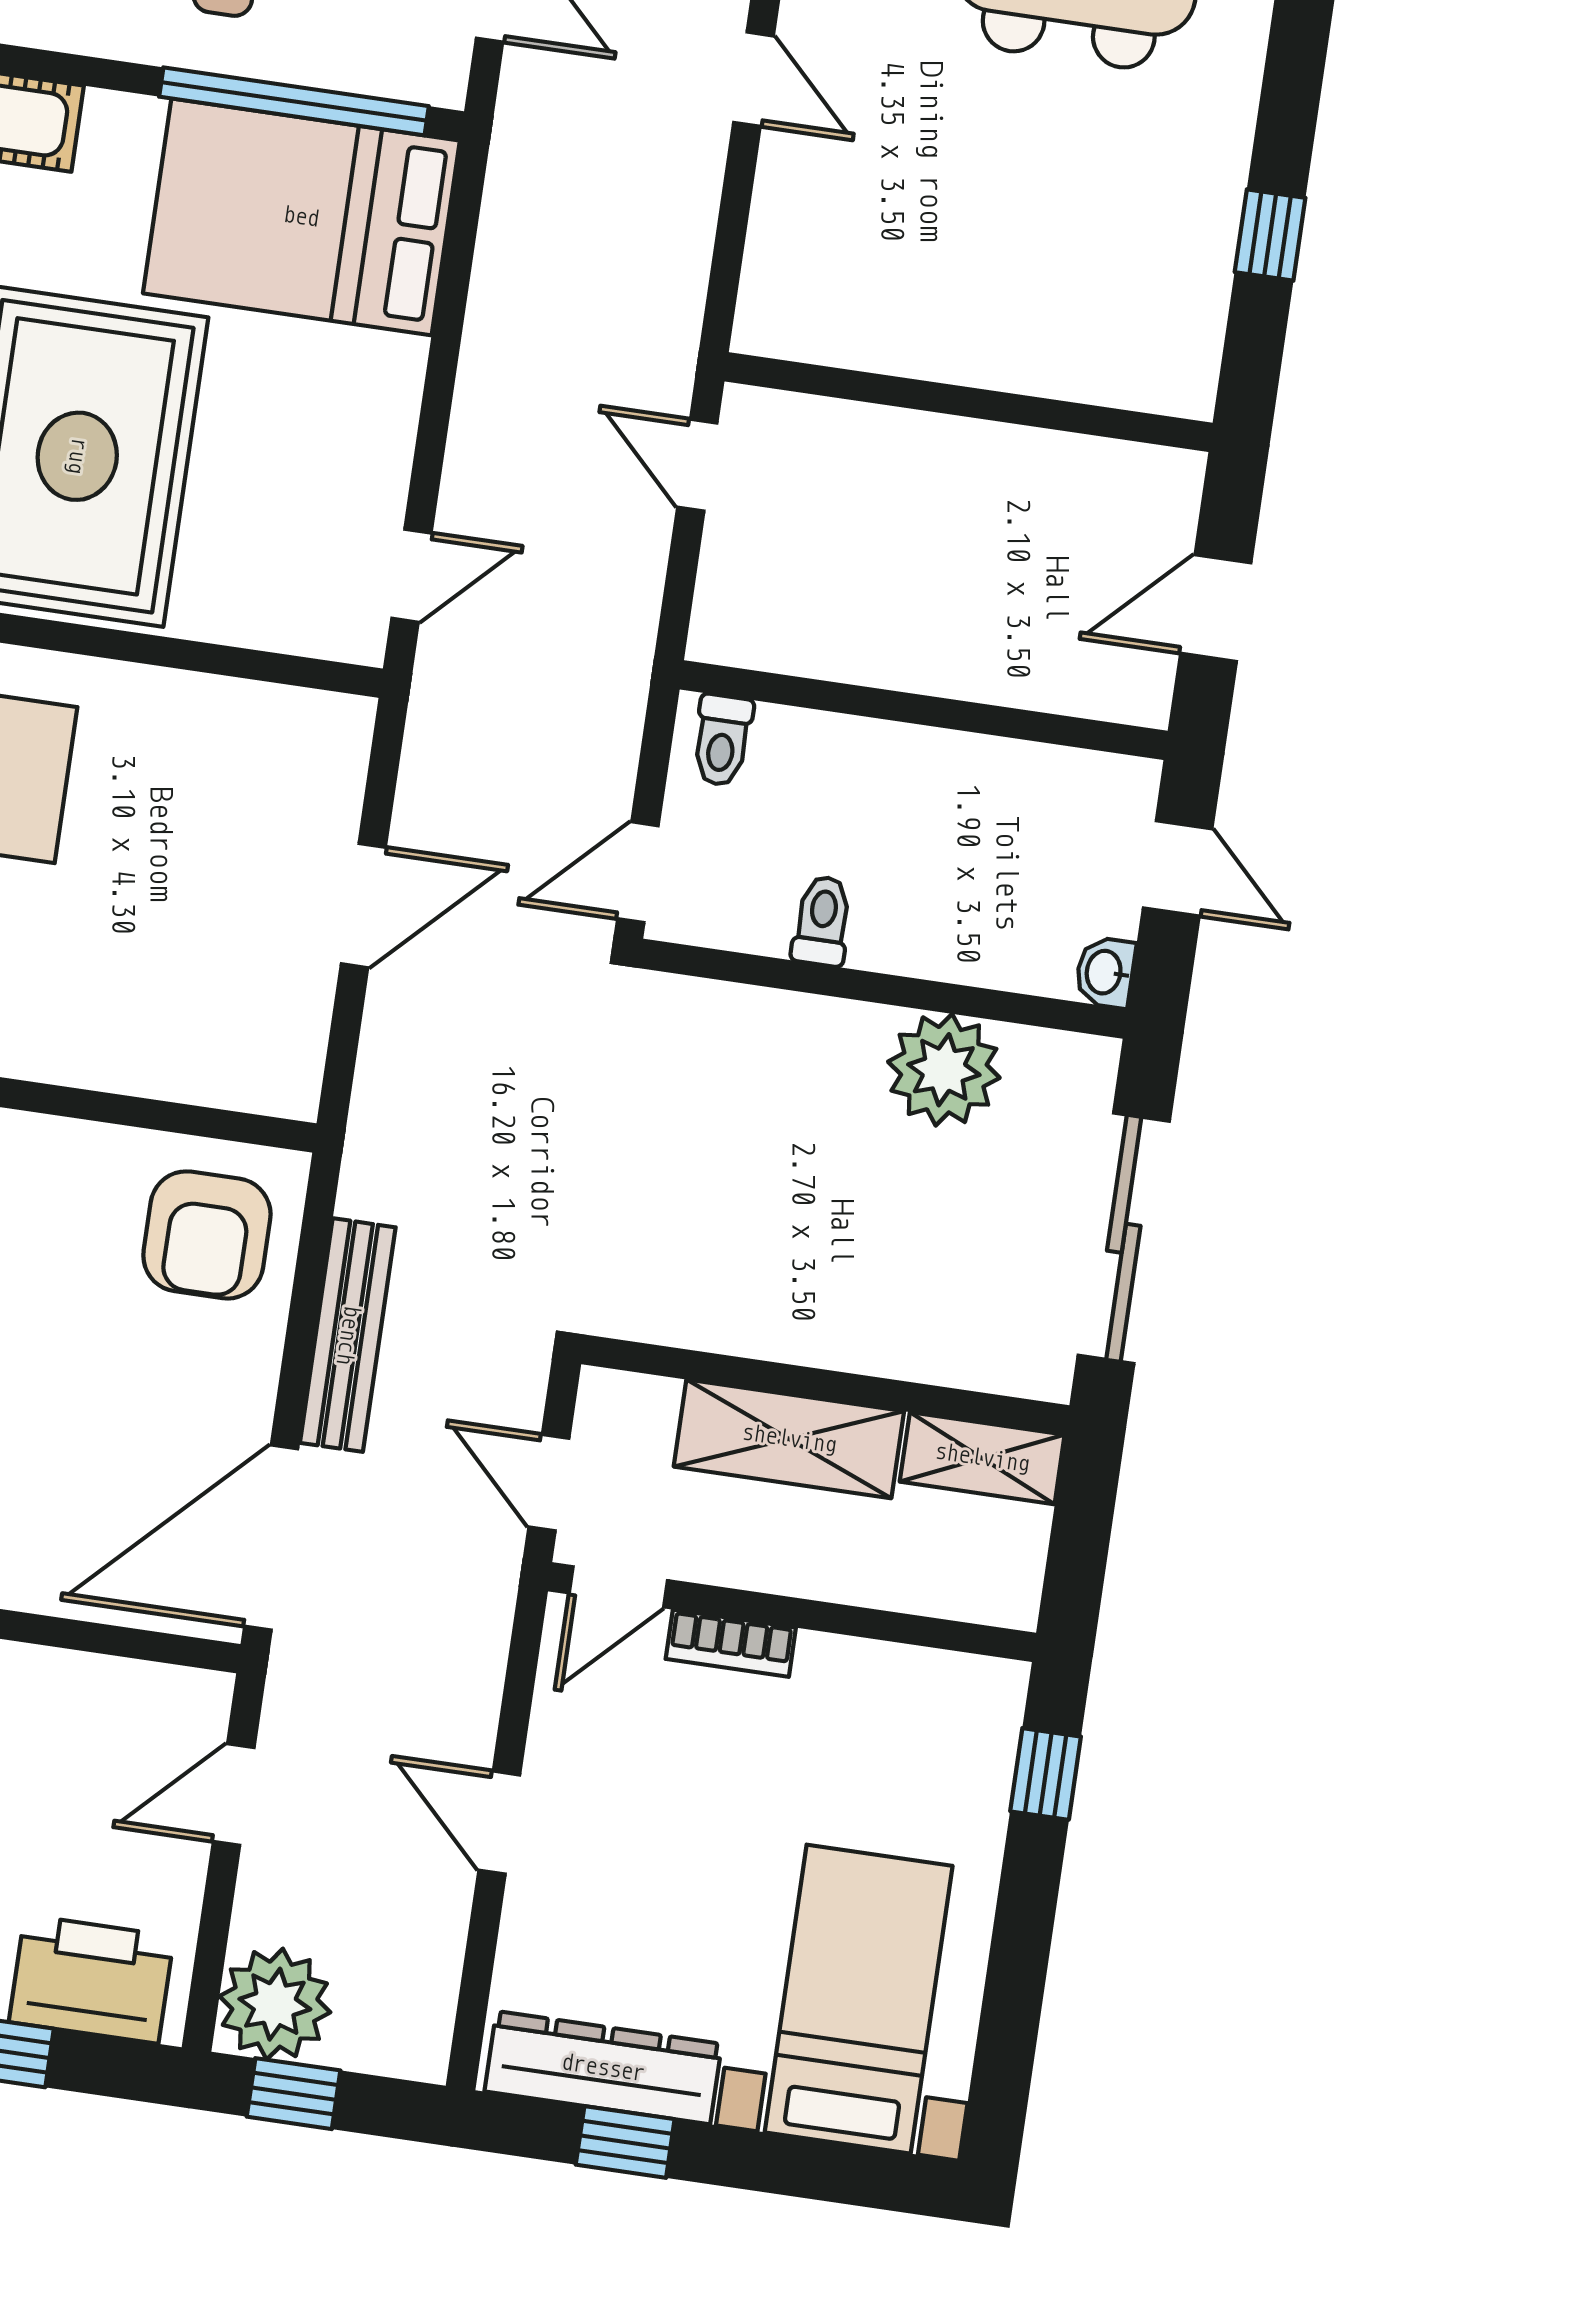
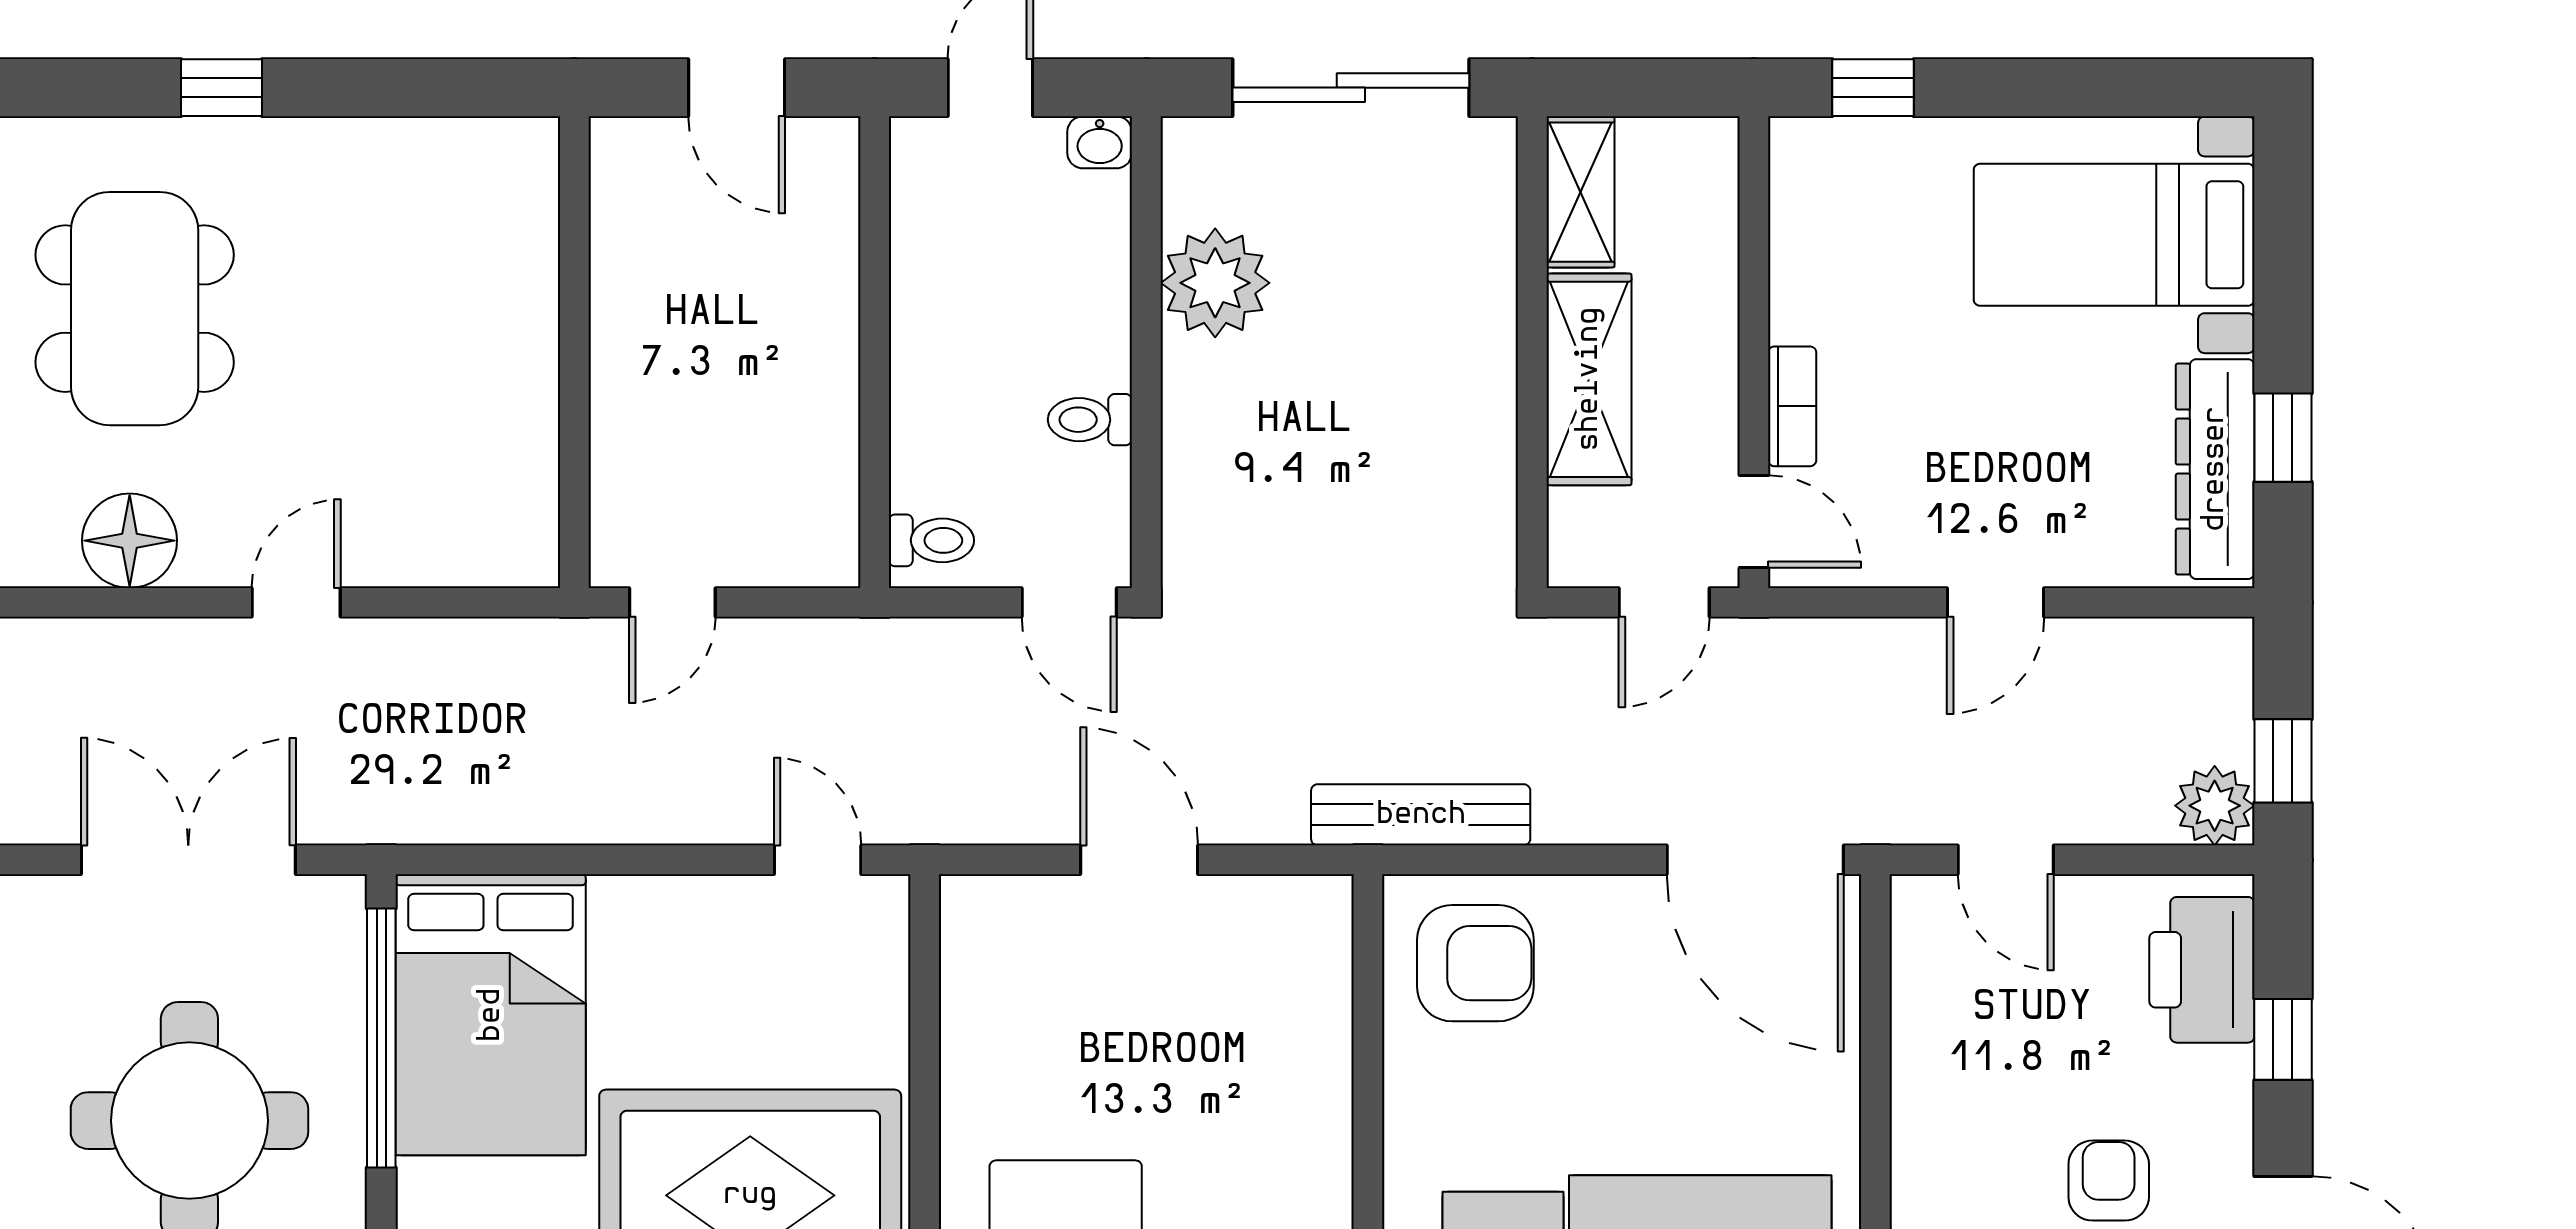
window: (1270, 235) -> (222, 88), moved
bench: (348, 1335) -> (1421, 815), moved
plant: (275, 2004) -> (2215, 806), width x0.73, depth x0.73

